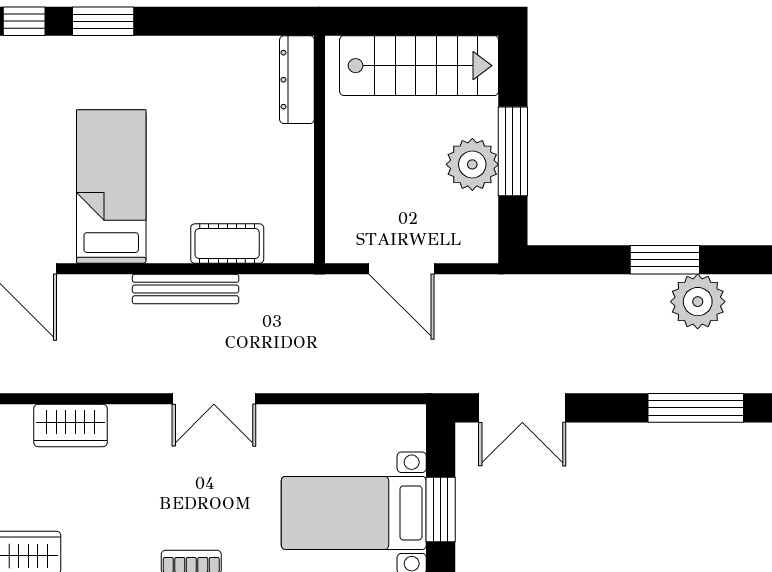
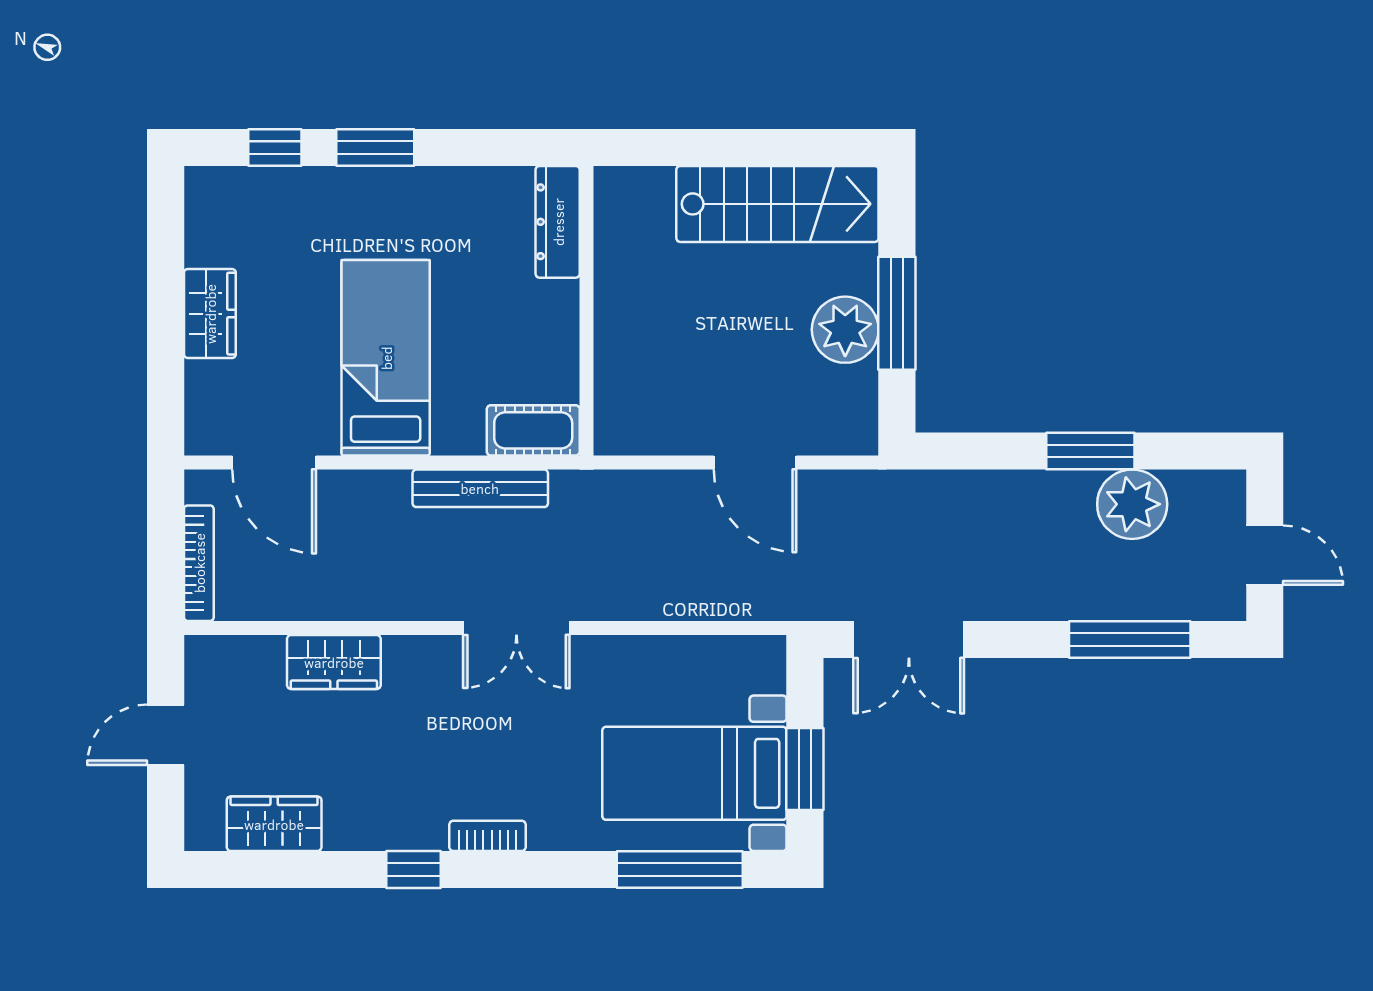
dresser: (297, 80) -> (558, 222), moved
wall: (320, 150) -> (586, 311), moved

